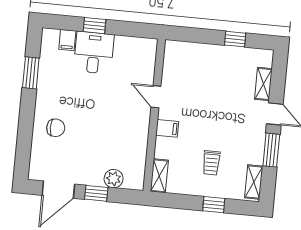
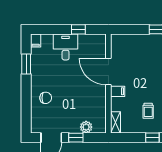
window: (94, 26) -> (78, 29), moved
filing cabinet: (67, 40) -> (36, 41), moved
door: (156, 97) -> (108, 72), width x1.88

